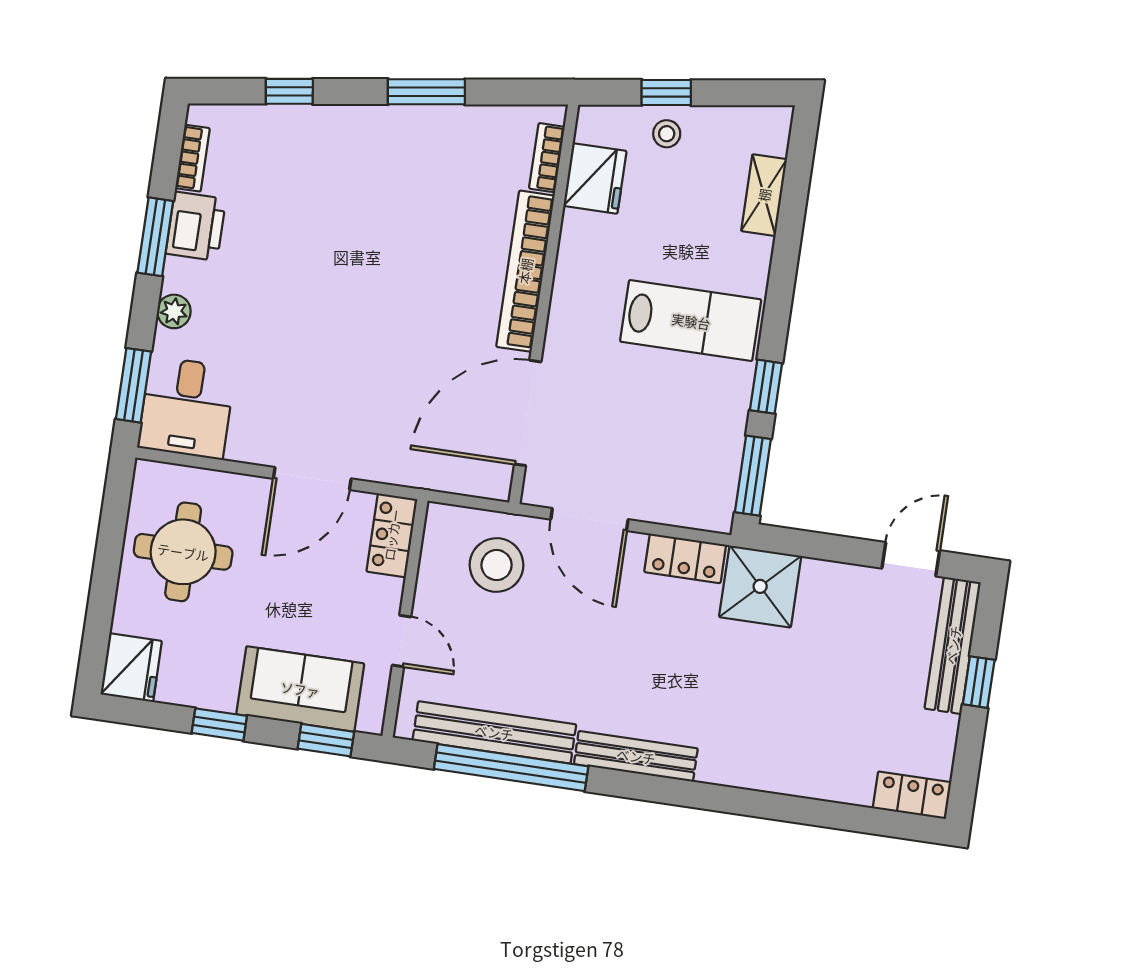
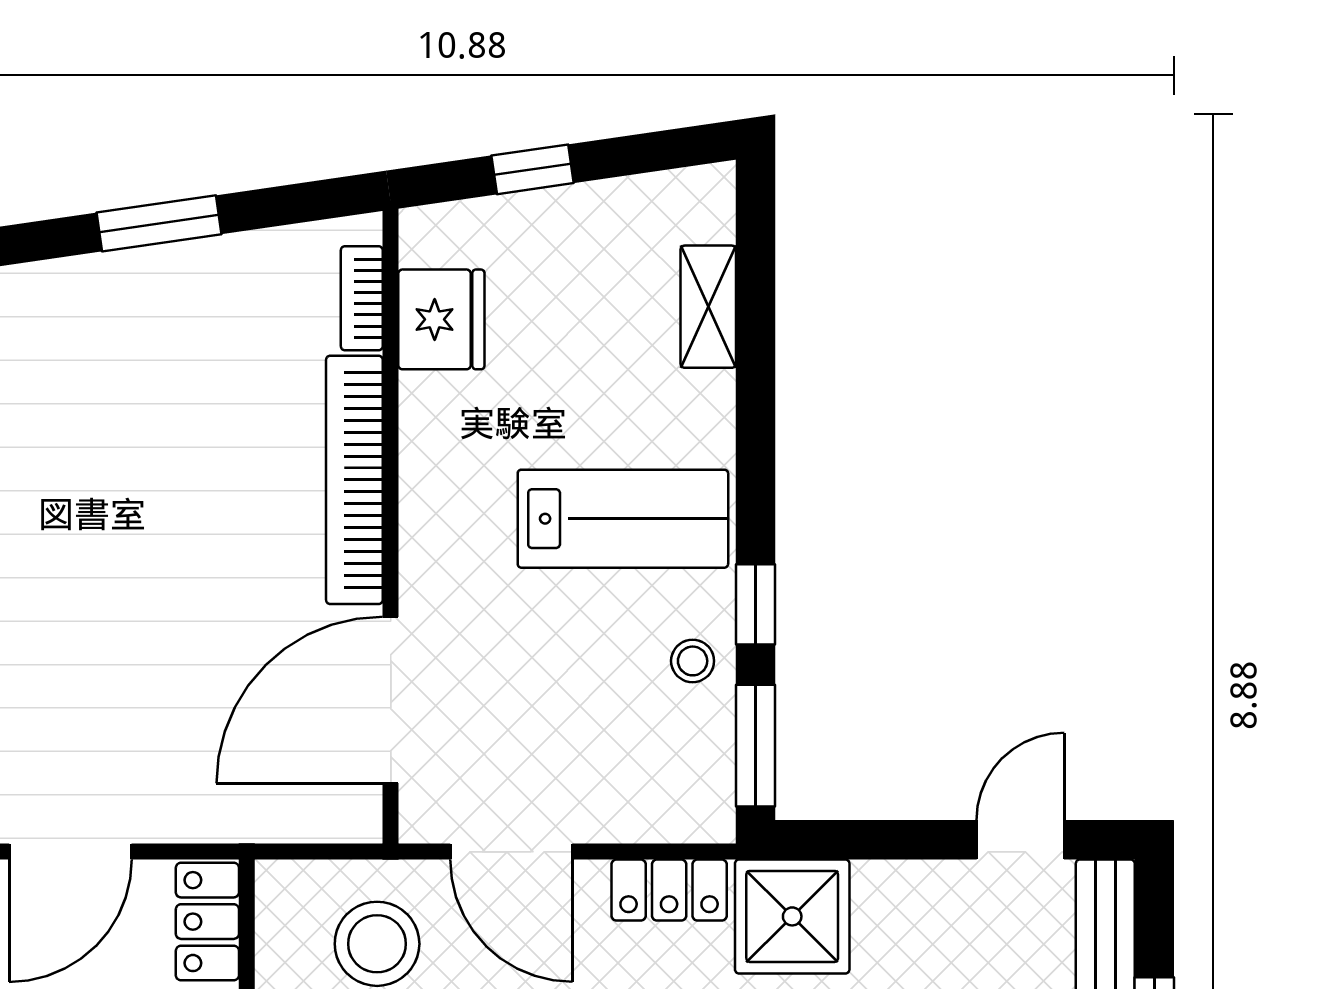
stool: (667, 134) -> (693, 661), moved

